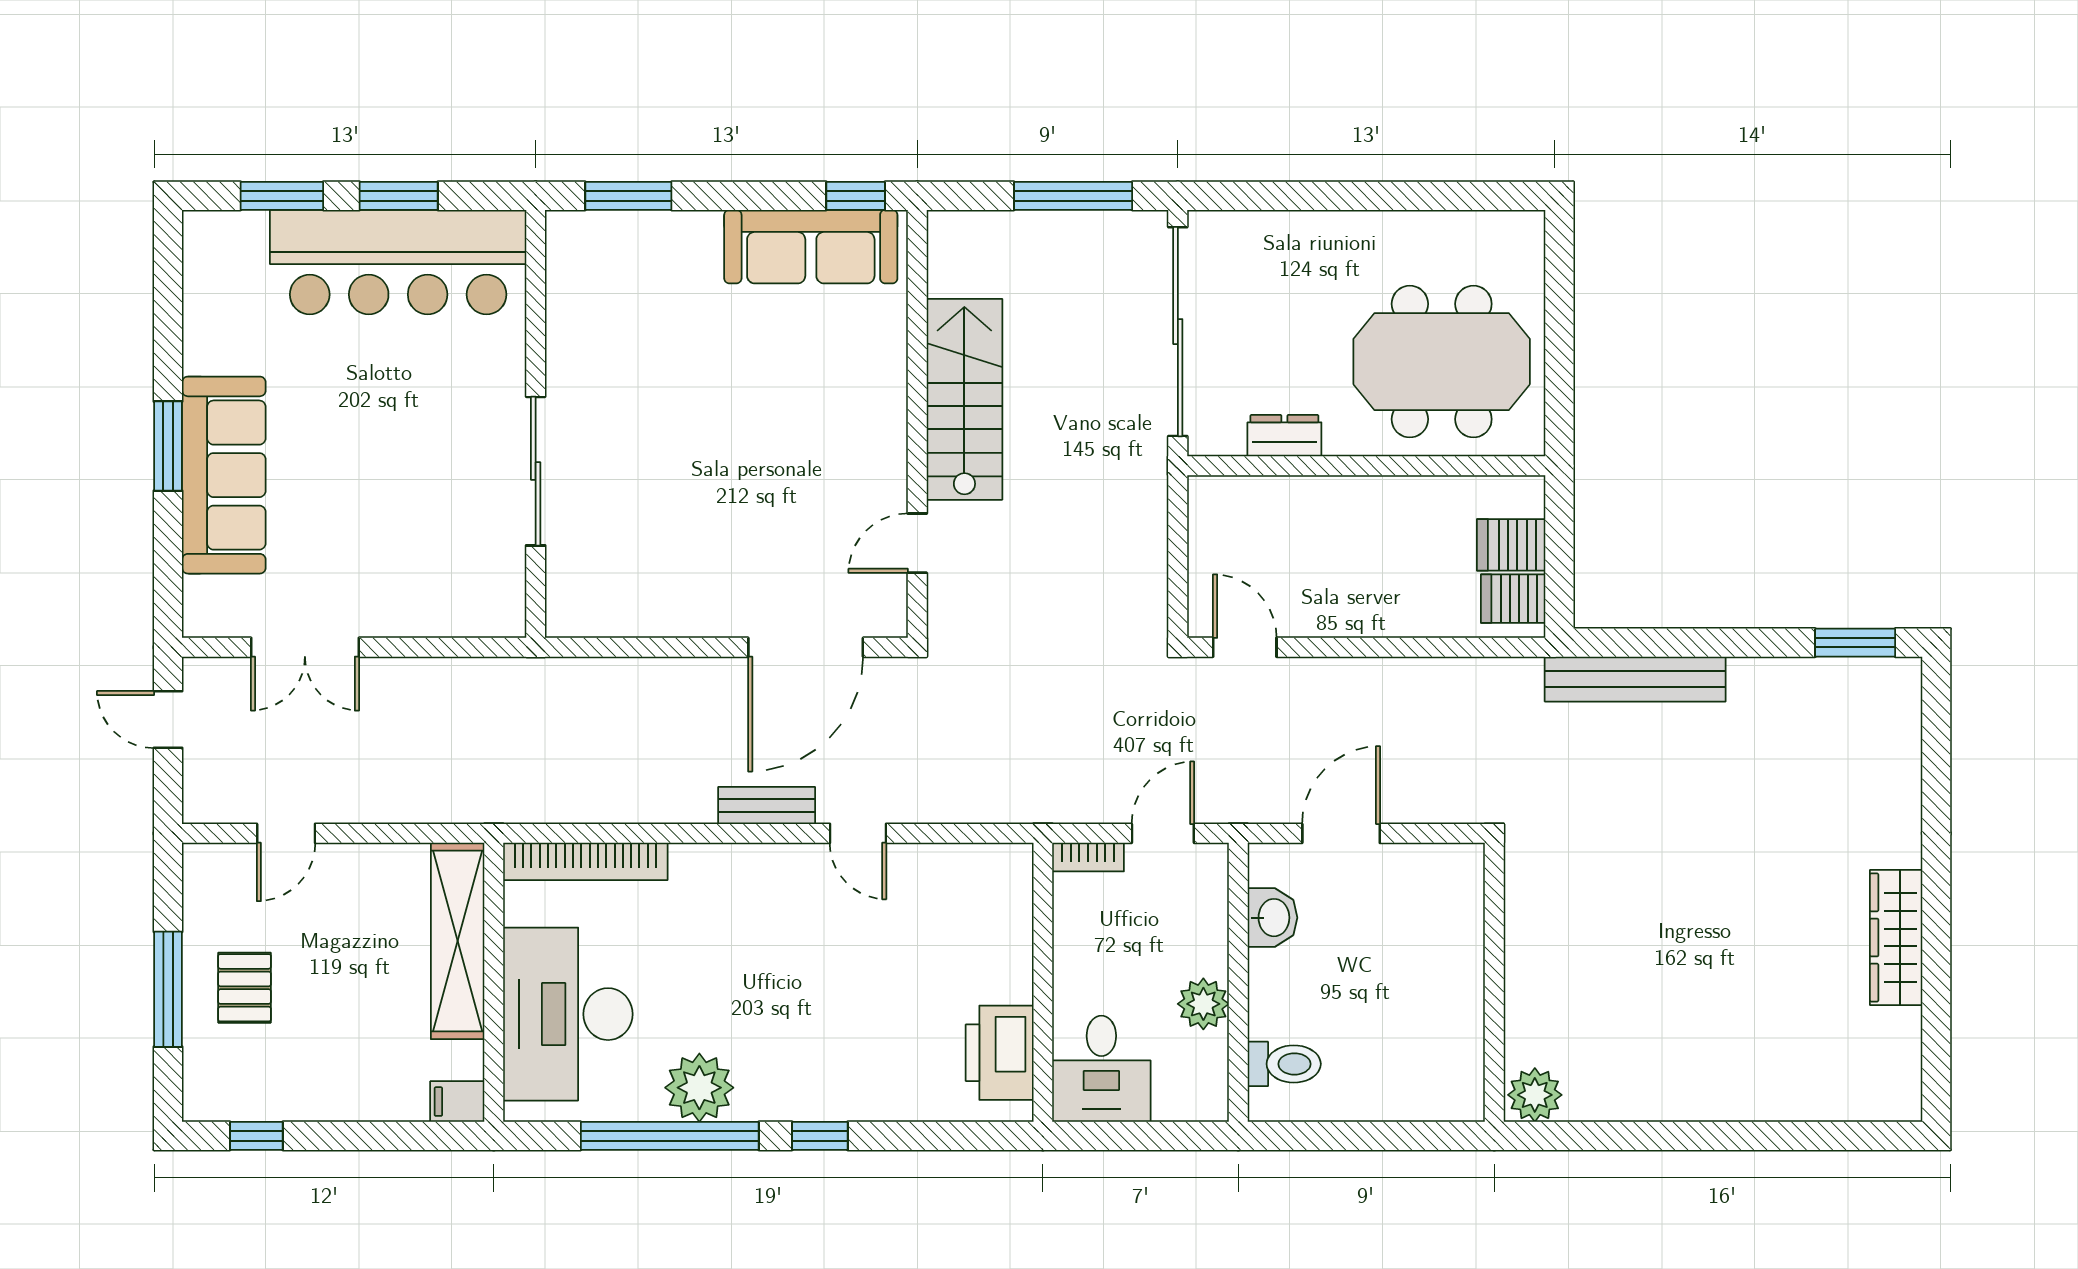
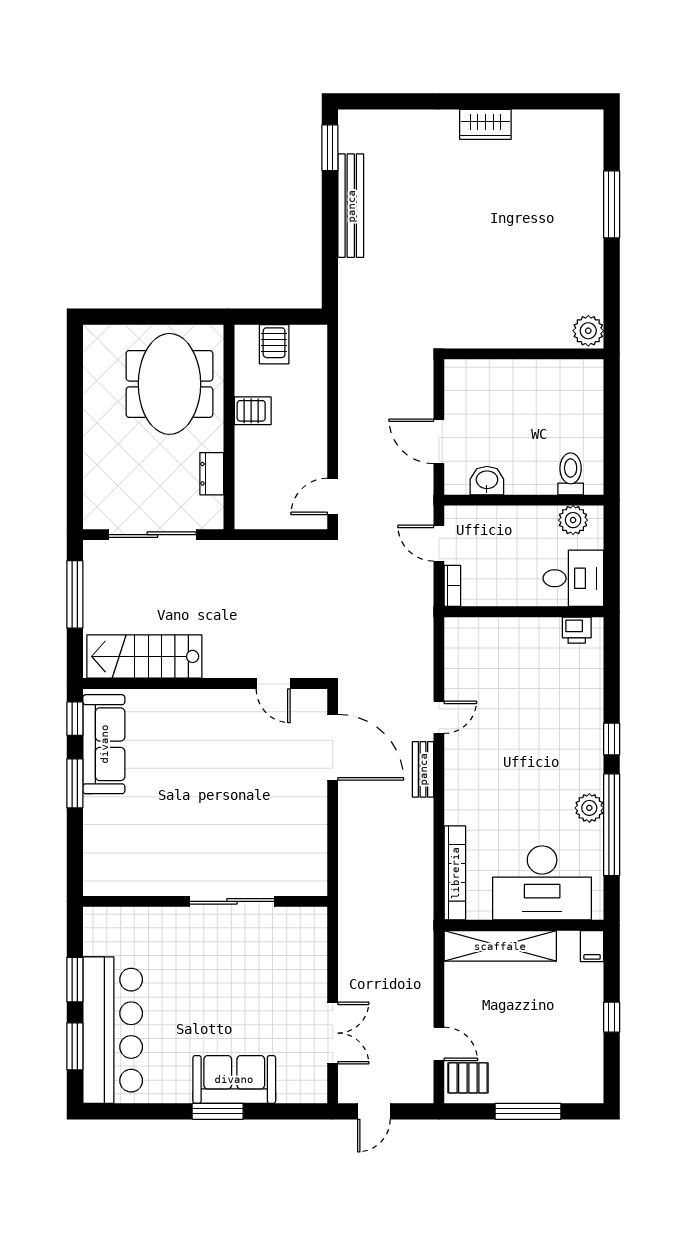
window: (628, 196) -> (75, 783), moved
bar counter: (398, 262) -> (113, 1030), moved
sliding door: (1178, 332) -> (152, 535), width x0.73
stairs: (964, 399) -> (144, 656), moved
sofa: (224, 475) -> (234, 1079), width x0.73
server rack: (1513, 599) -> (253, 411), moved, turned -90
bench: (1635, 679) -> (351, 206), moved
wardrobe: (1896, 937) -> (485, 124), width x0.67
pallet: (245, 988) -> (468, 1078), moved
plant: (1203, 1004) -> (573, 520), moved
printer: (1000, 1053) -> (577, 630), width x0.53, depth x0.68
plant: (699, 1088) -> (589, 808), width x0.73, depth x0.73
window: (256, 1136) -> (612, 1017), moved
window: (1756, 1136) -> (612, 204), added

